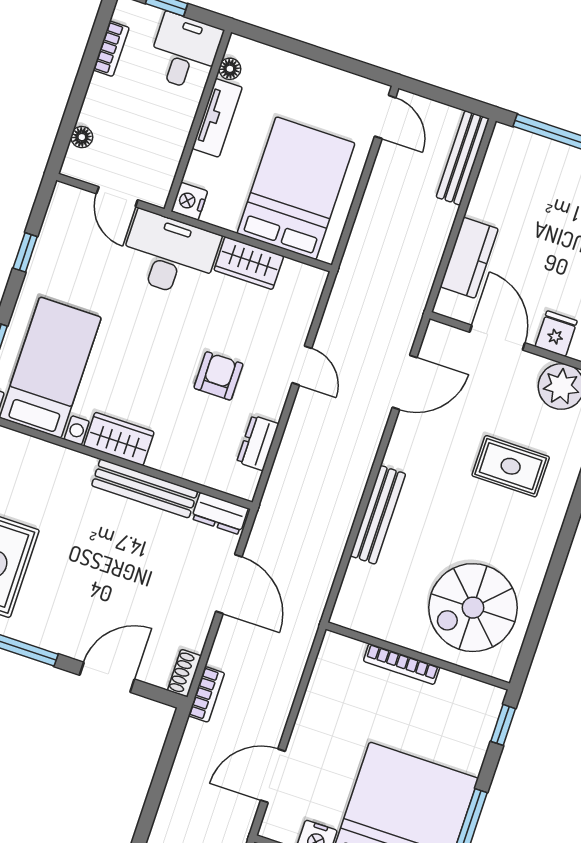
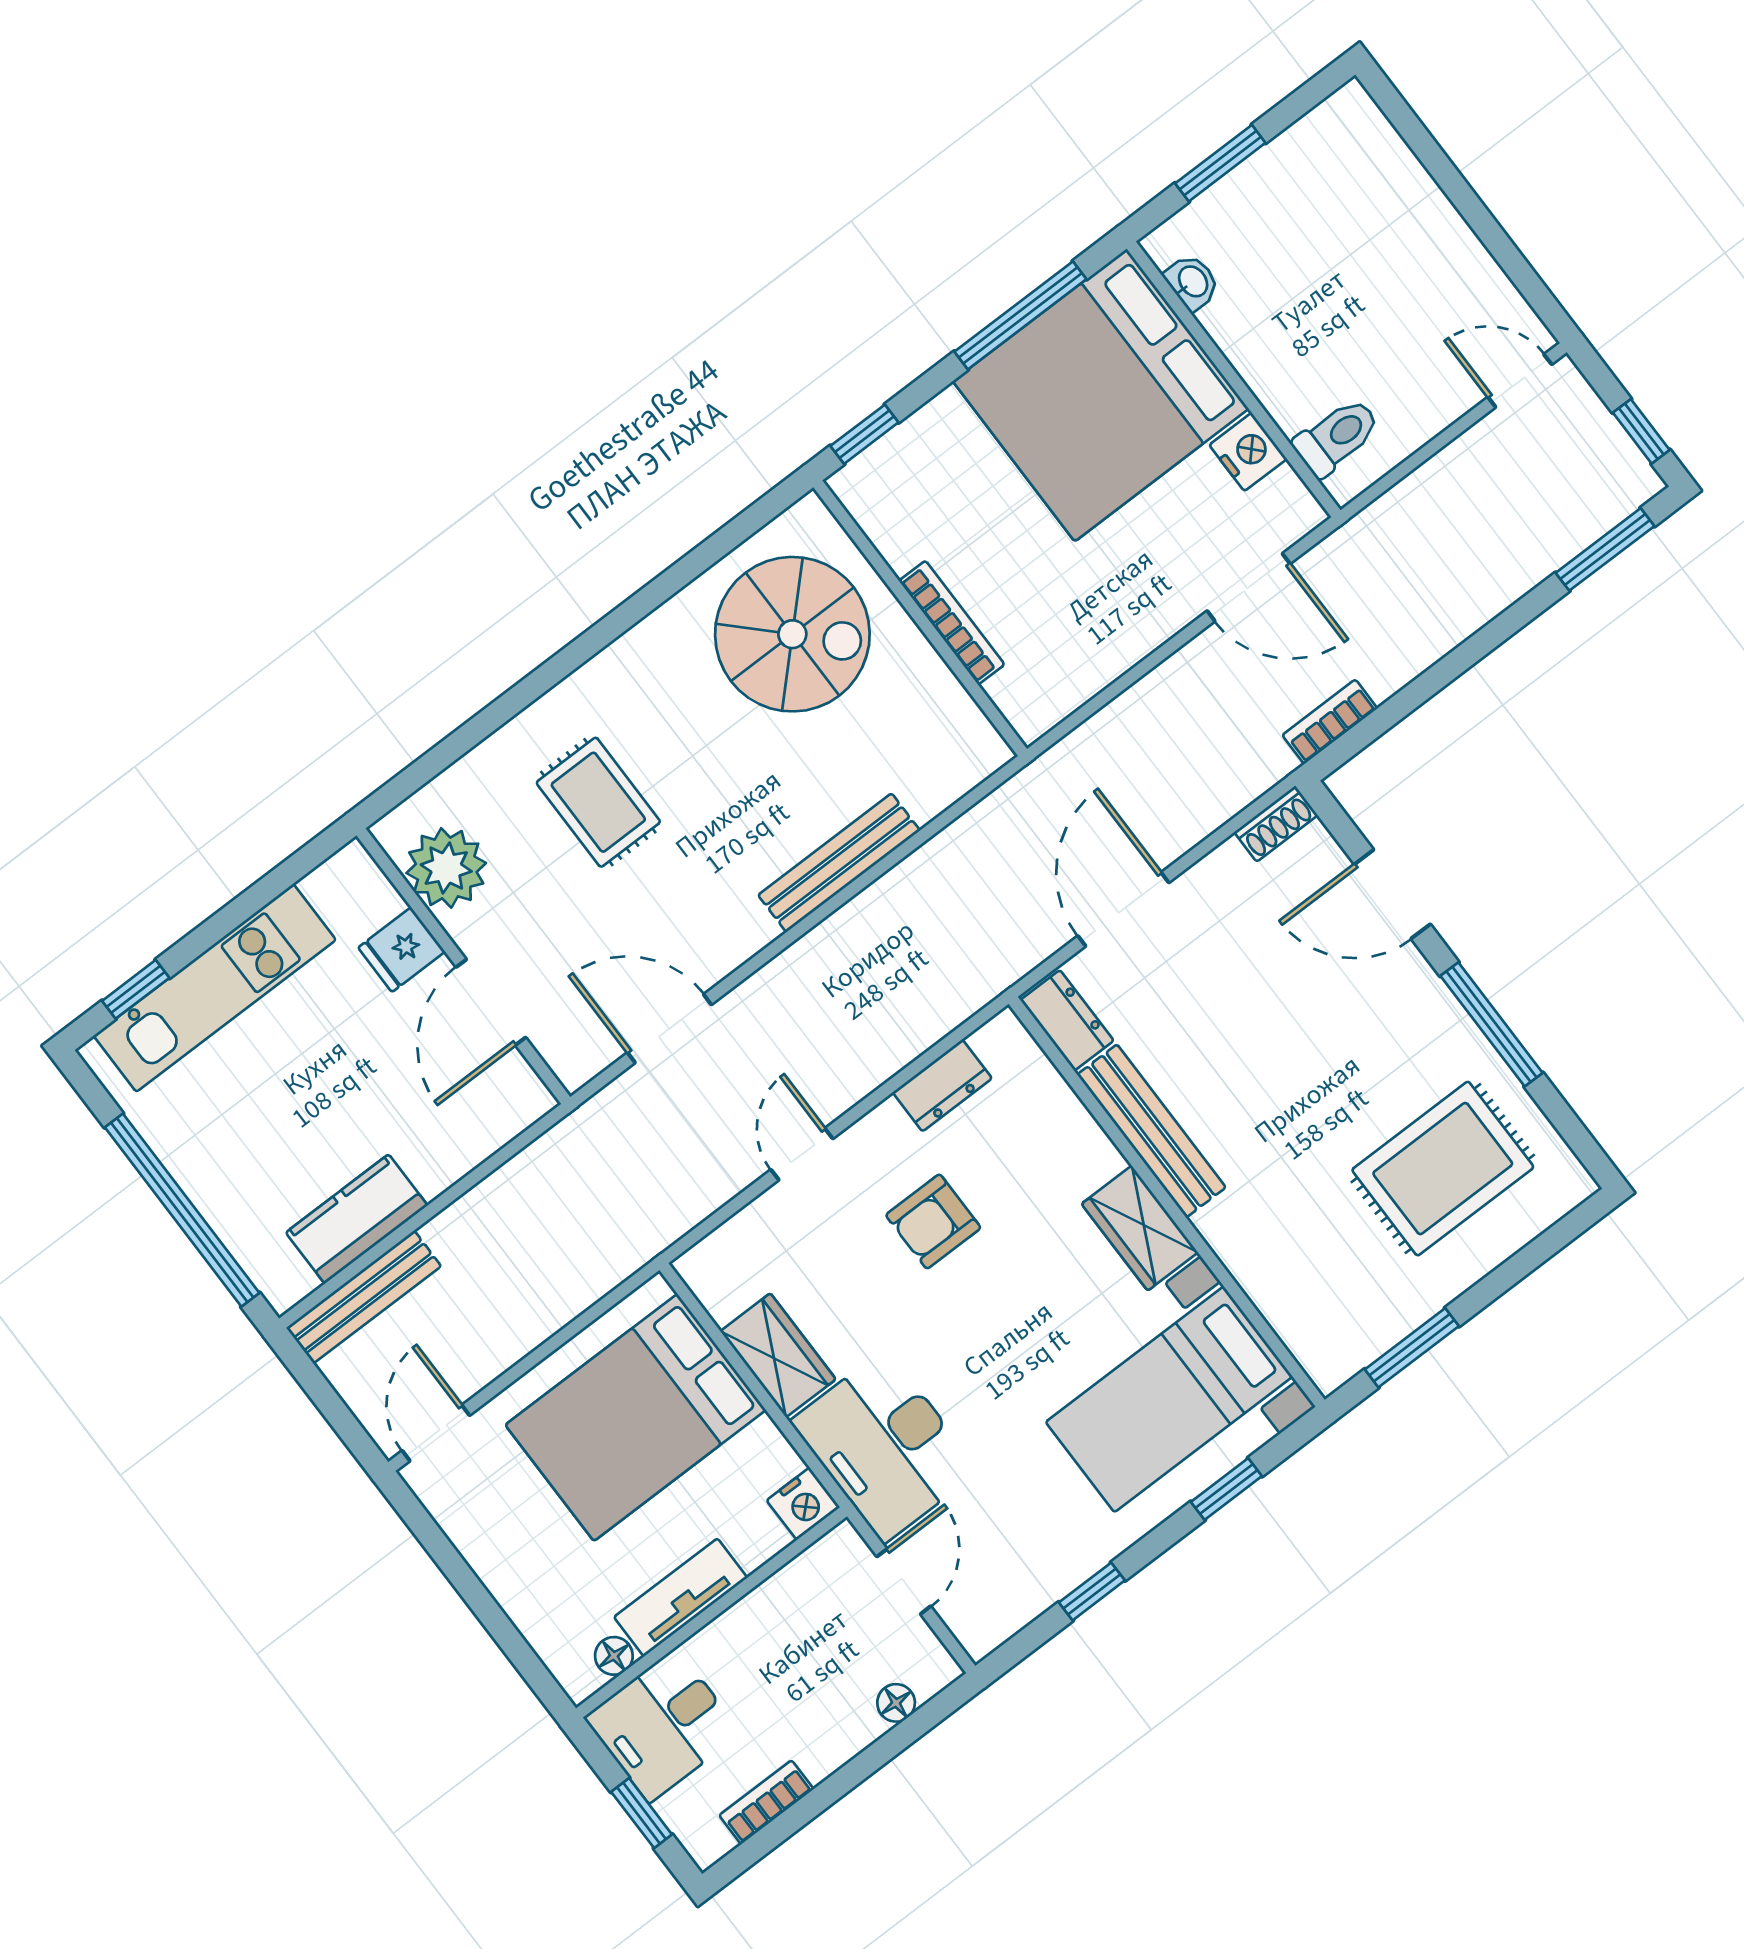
kitchen counter: (469, 258) -> (357, 1219), moved
bookcase: (206, 694) -> (1330, 722), moved

